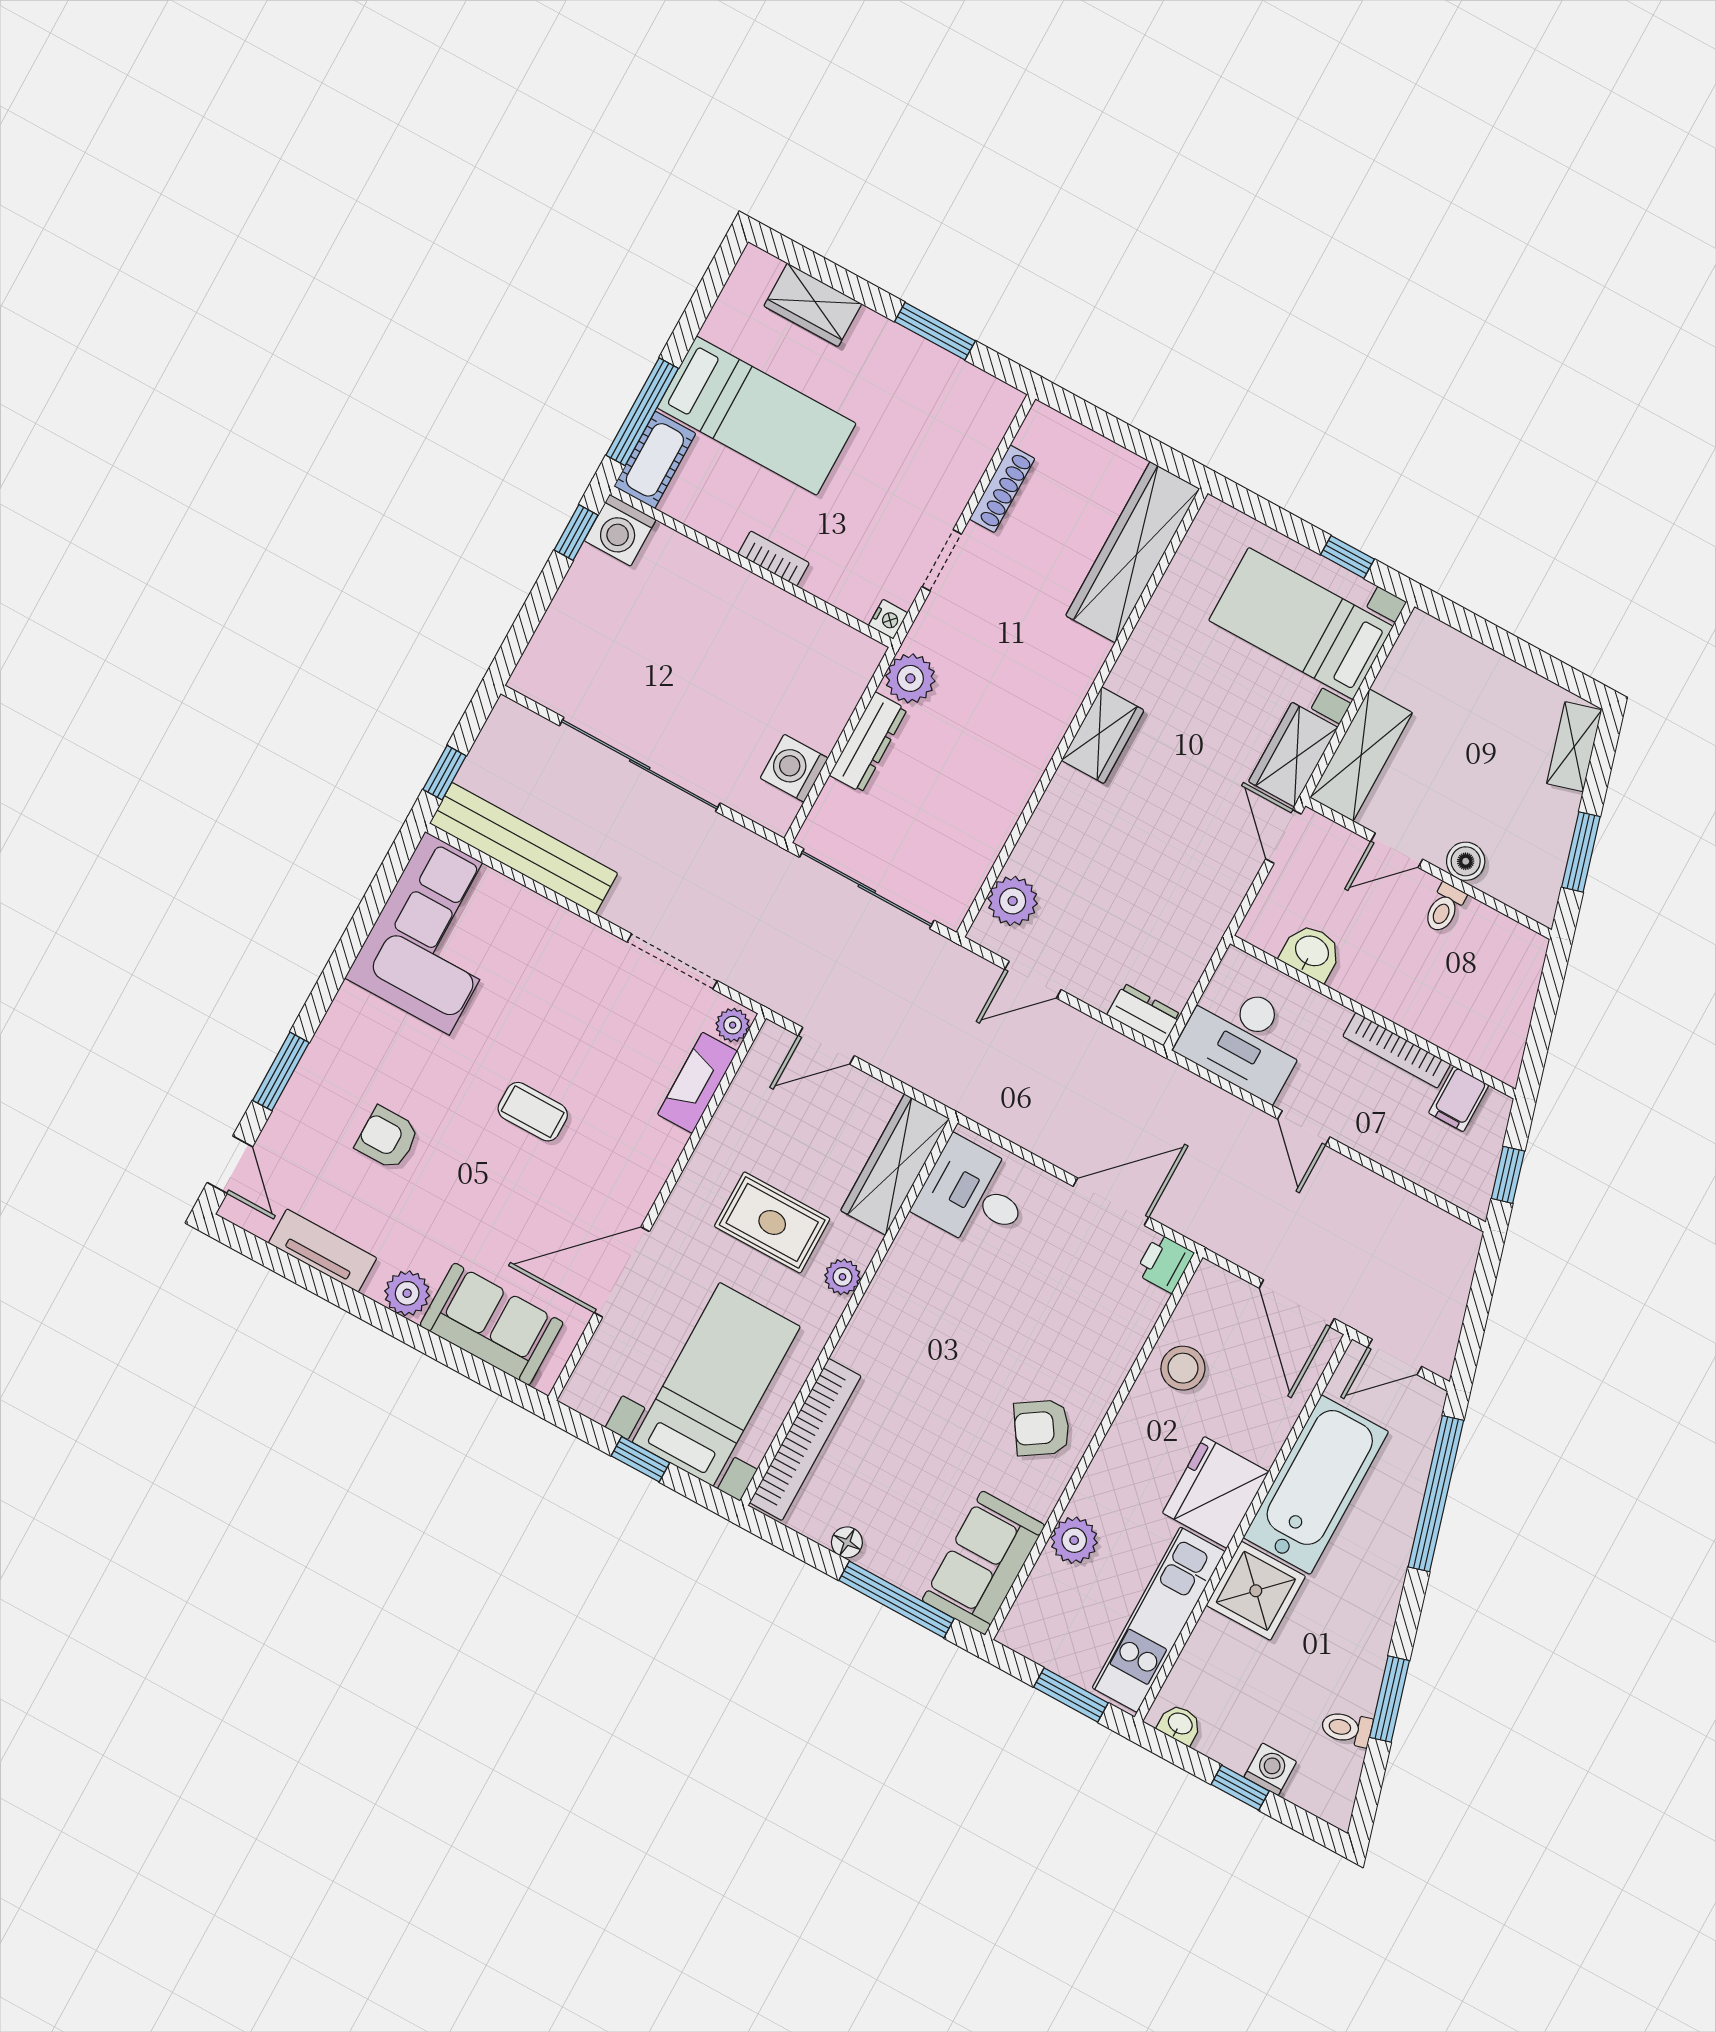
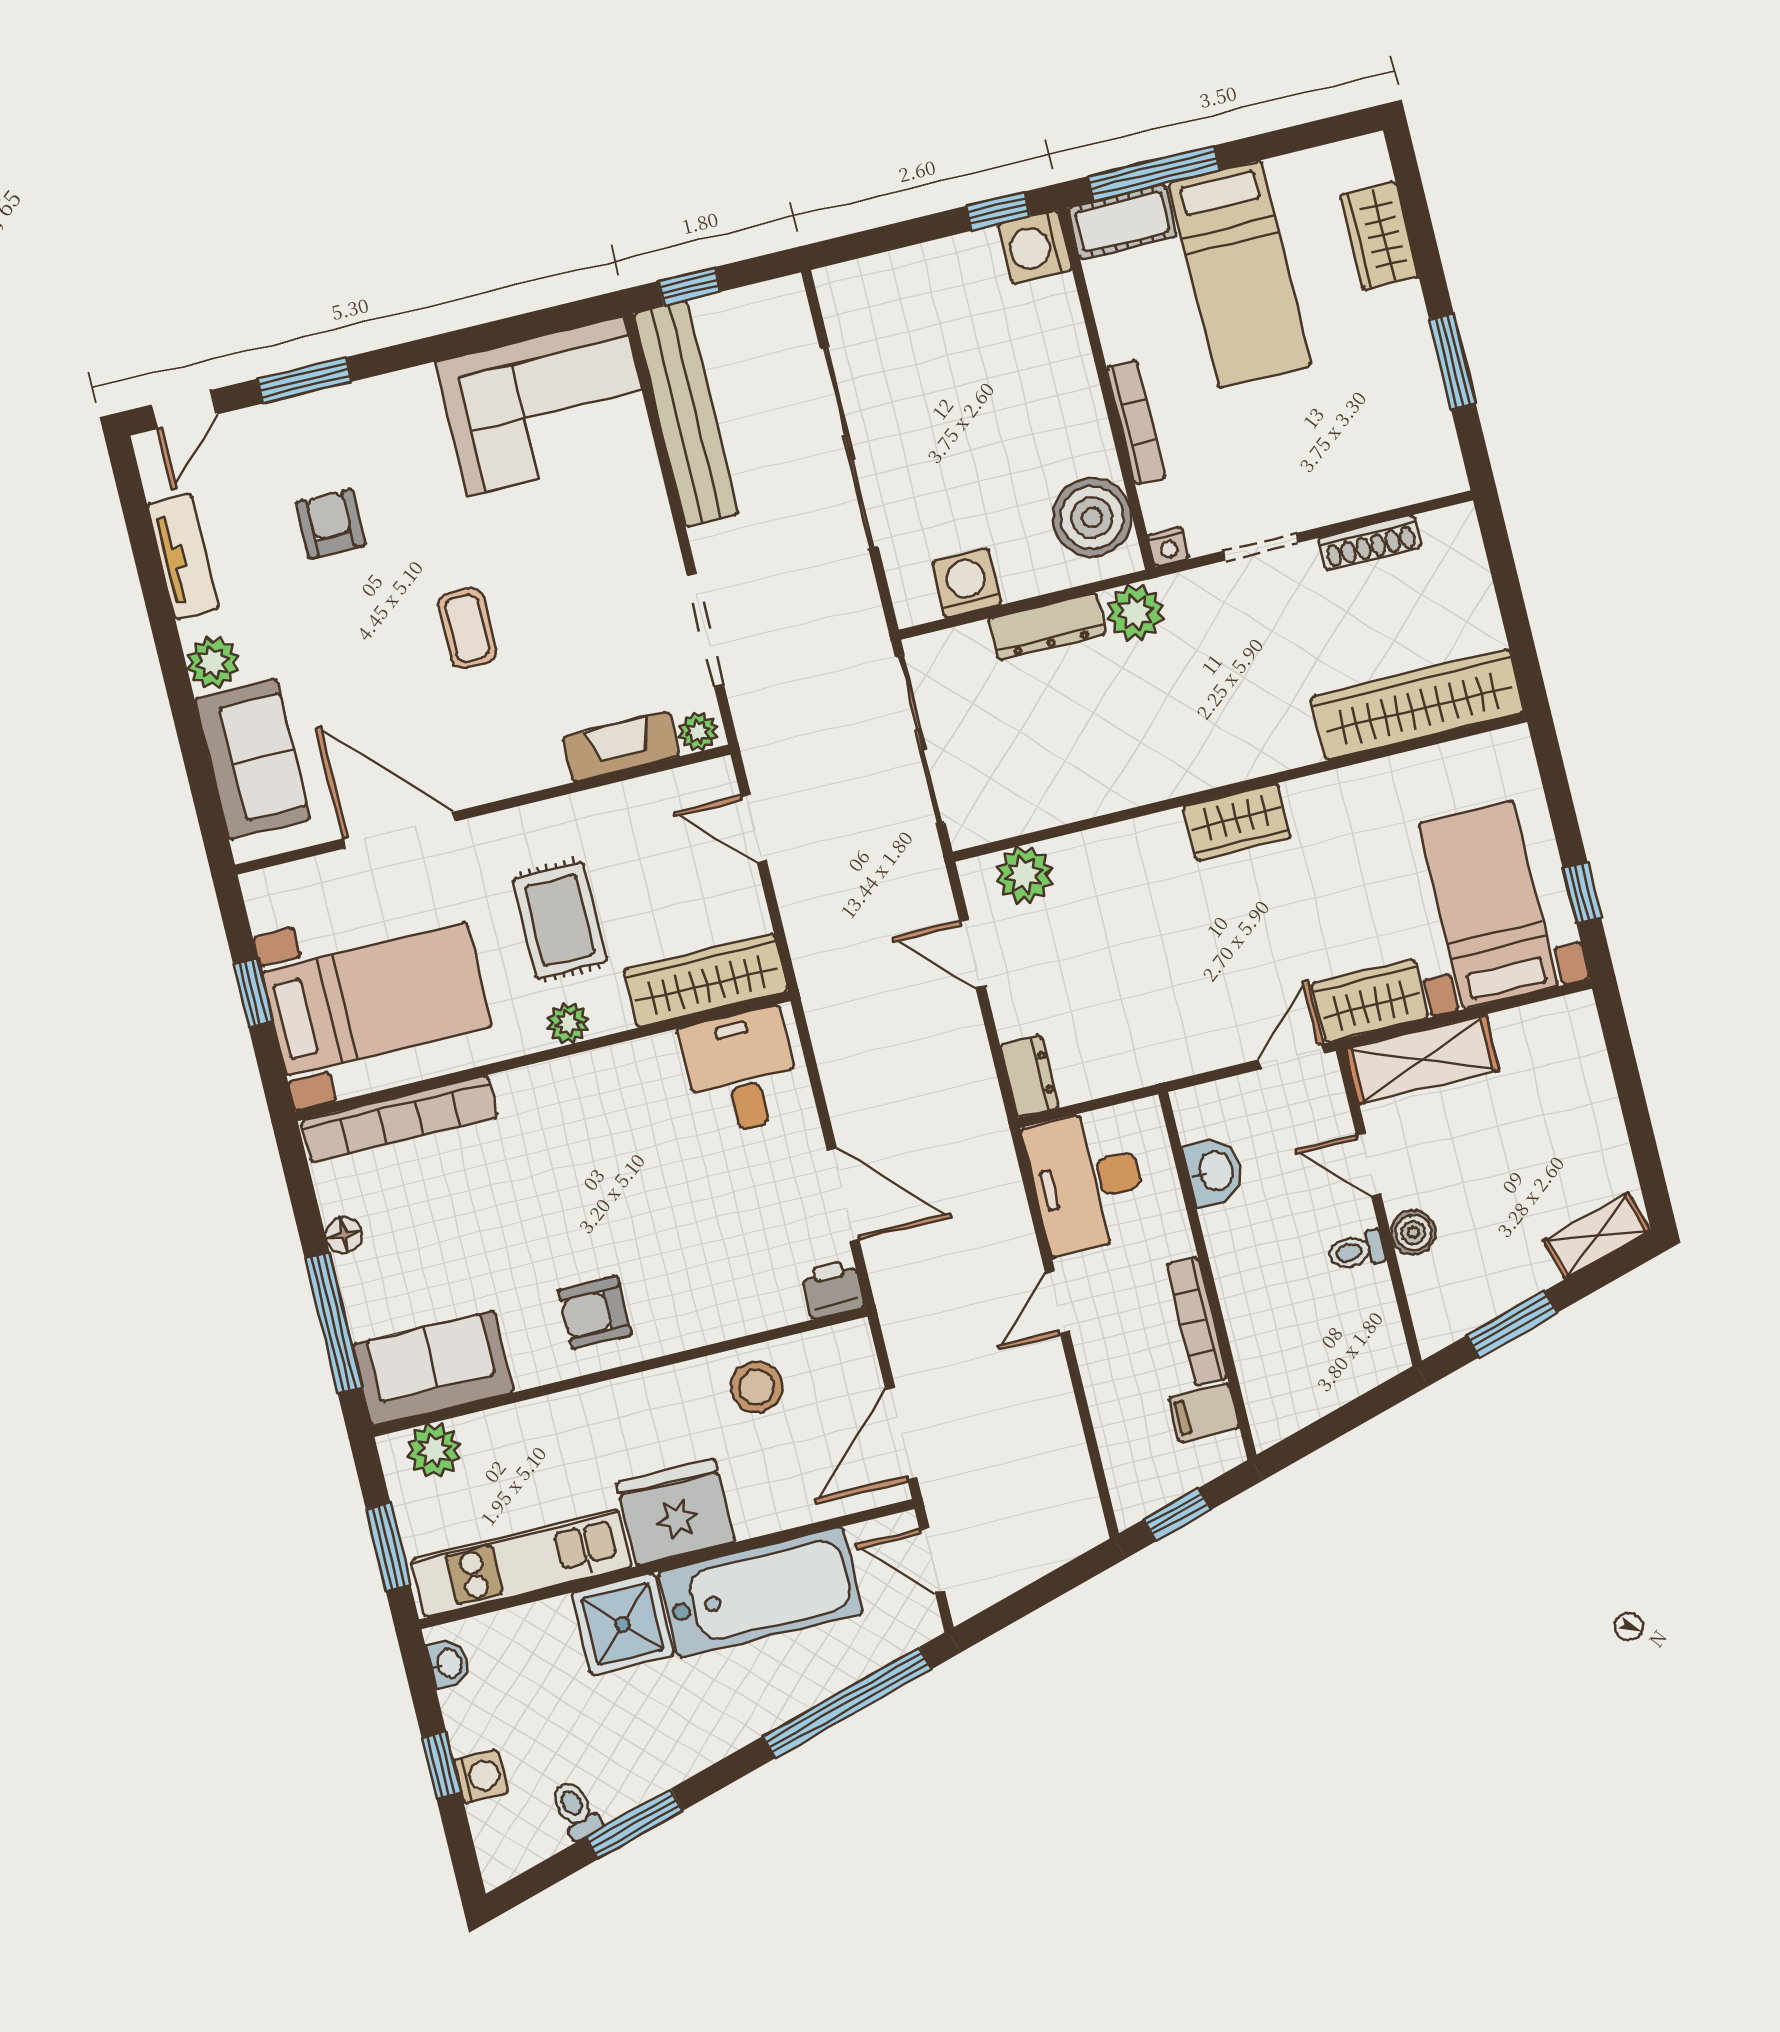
bookcase: (774, 559) -> (1136, 423), width x1.56
boiler: (825, 651) -> (1092, 517), added
armchair: (1042, 1428) -> (595, 1313), turned -57
plant: (1074, 1540) -> (434, 1450), moved

